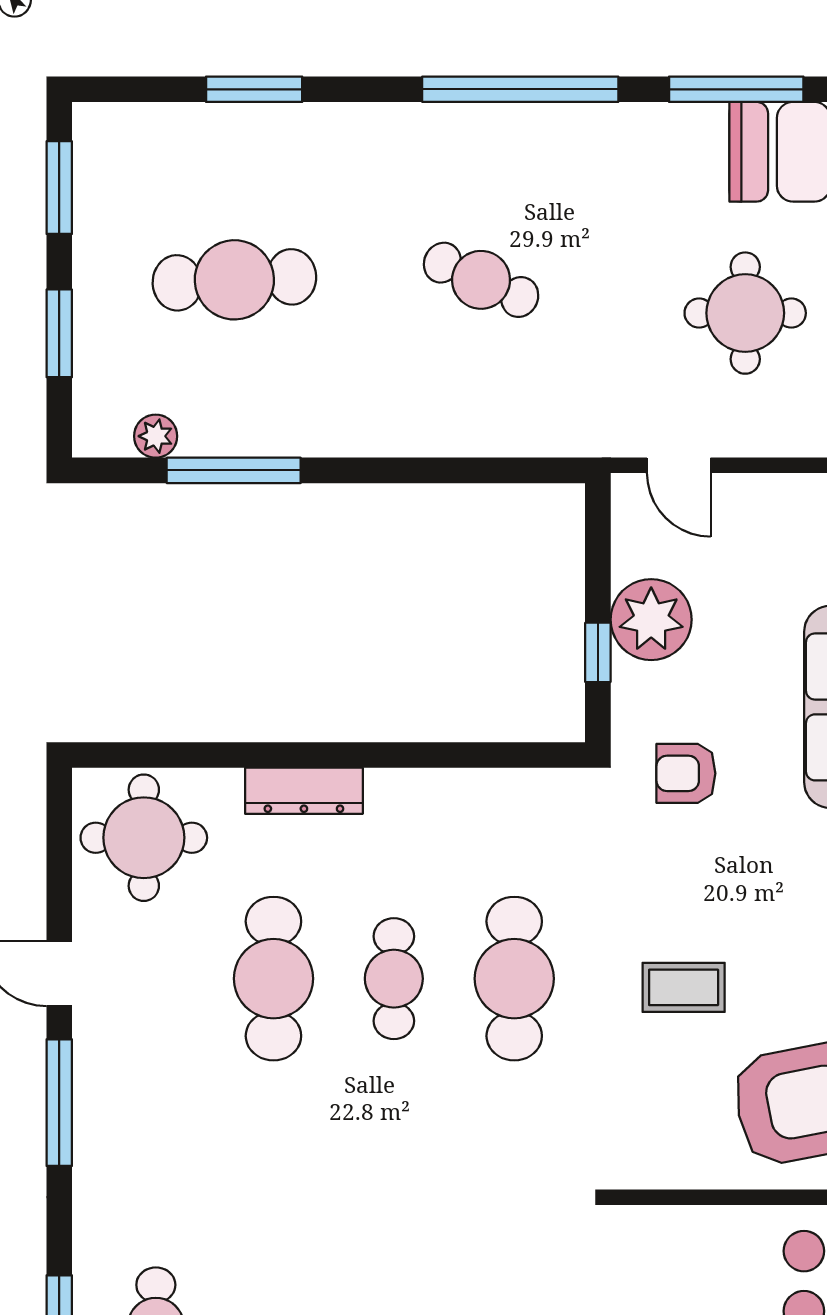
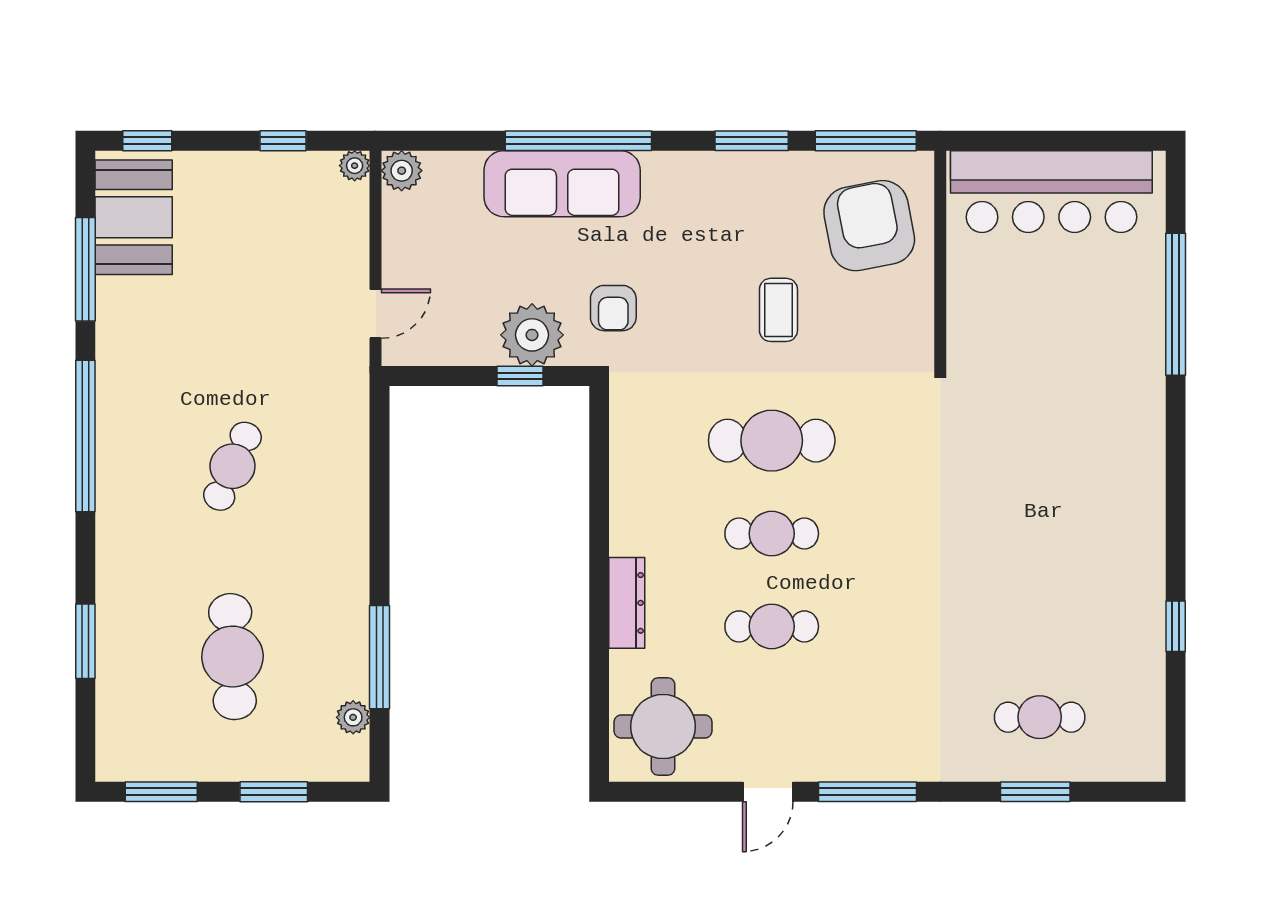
round table: (745, 313) -> (258, 262), removed
plant: (651, 620) -> (532, 335), moved
cafe table: (273, 979) -> (772, 626), width x0.73, depth x0.74

